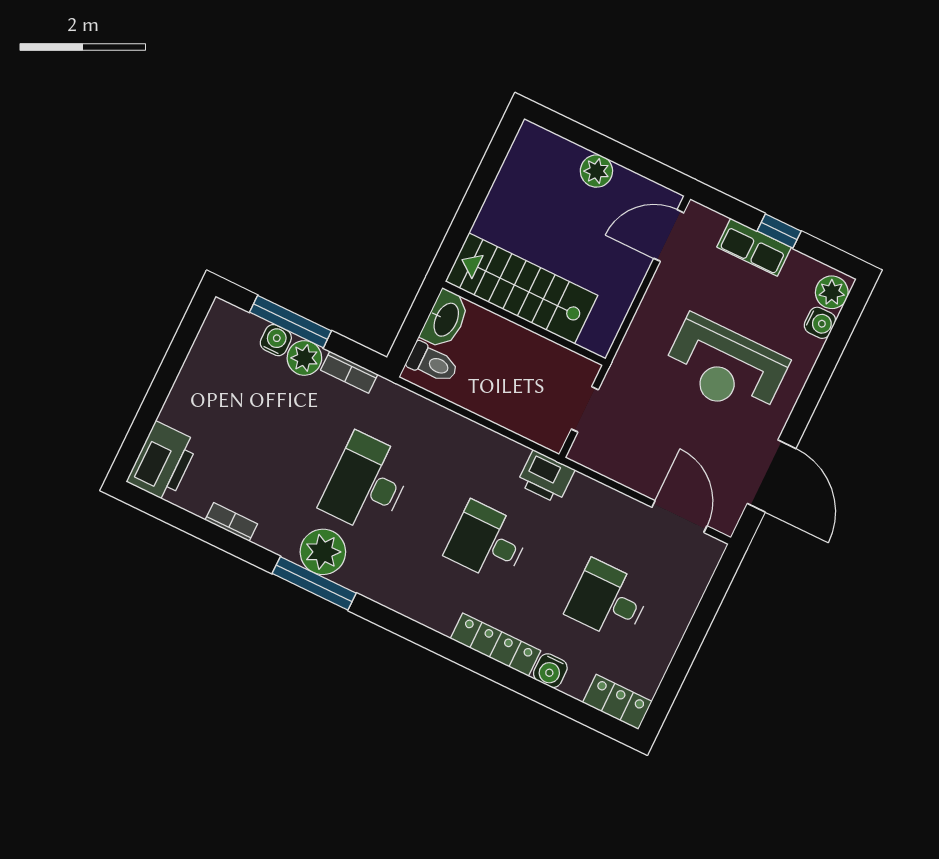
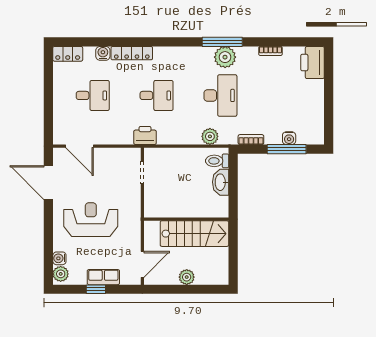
stairs: (521, 288) -> (194, 234), moved
wall: (524, 323) -> (186, 219), moved
plant: (304, 358) -> (210, 136), moved

